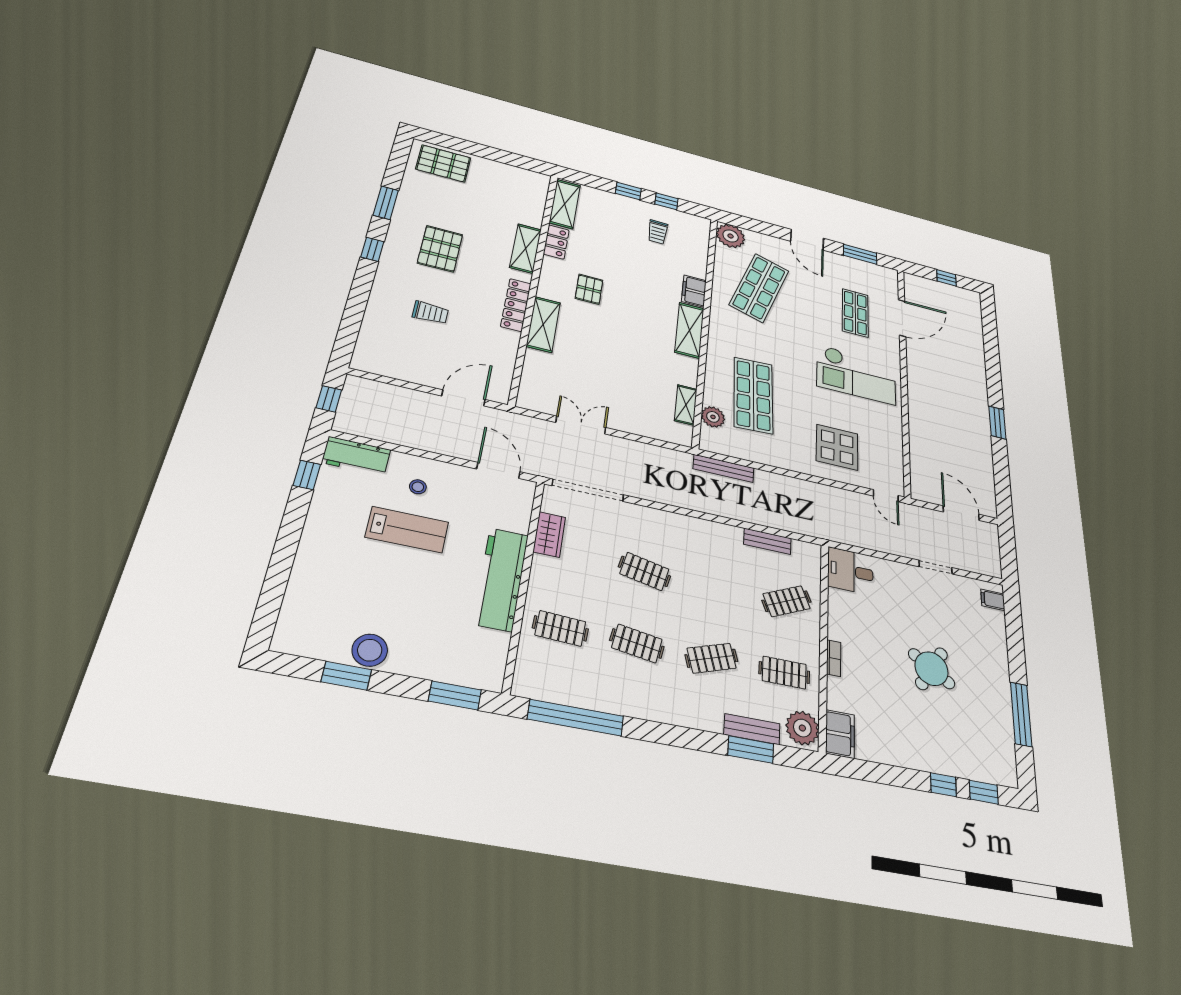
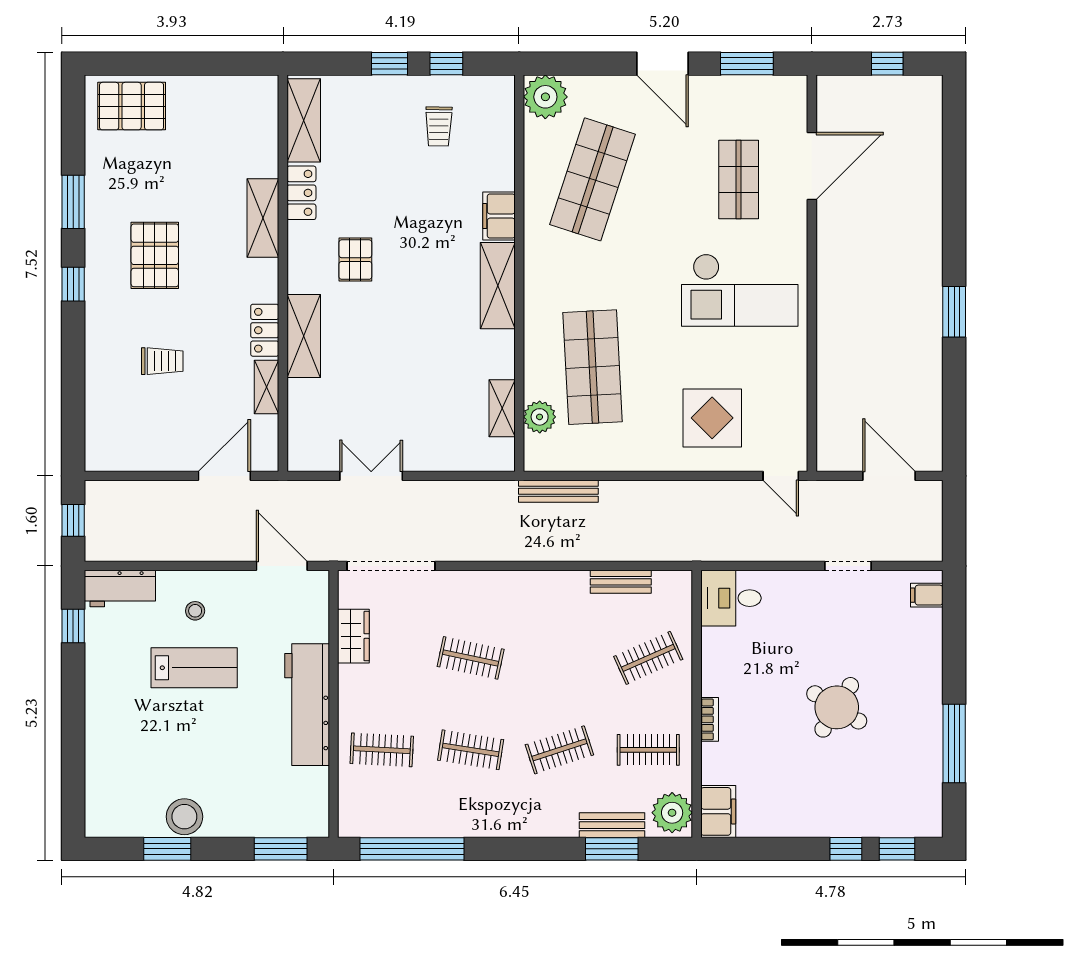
locker: (516, 305) -> (265, 330), width x0.66
shelving: (509, 348) -> (266, 387), added

